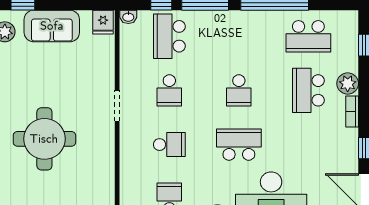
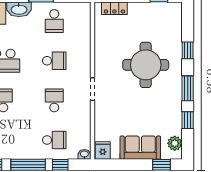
school desk: (169, 36) -> (54, 140), width x0.54
school desk: (169, 145) -> (54, 61), turned 180

